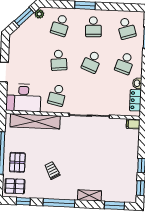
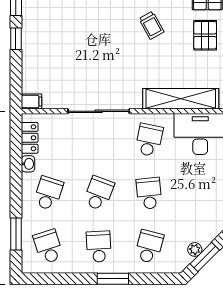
plant: (39, 14) -> (195, 249), moved

